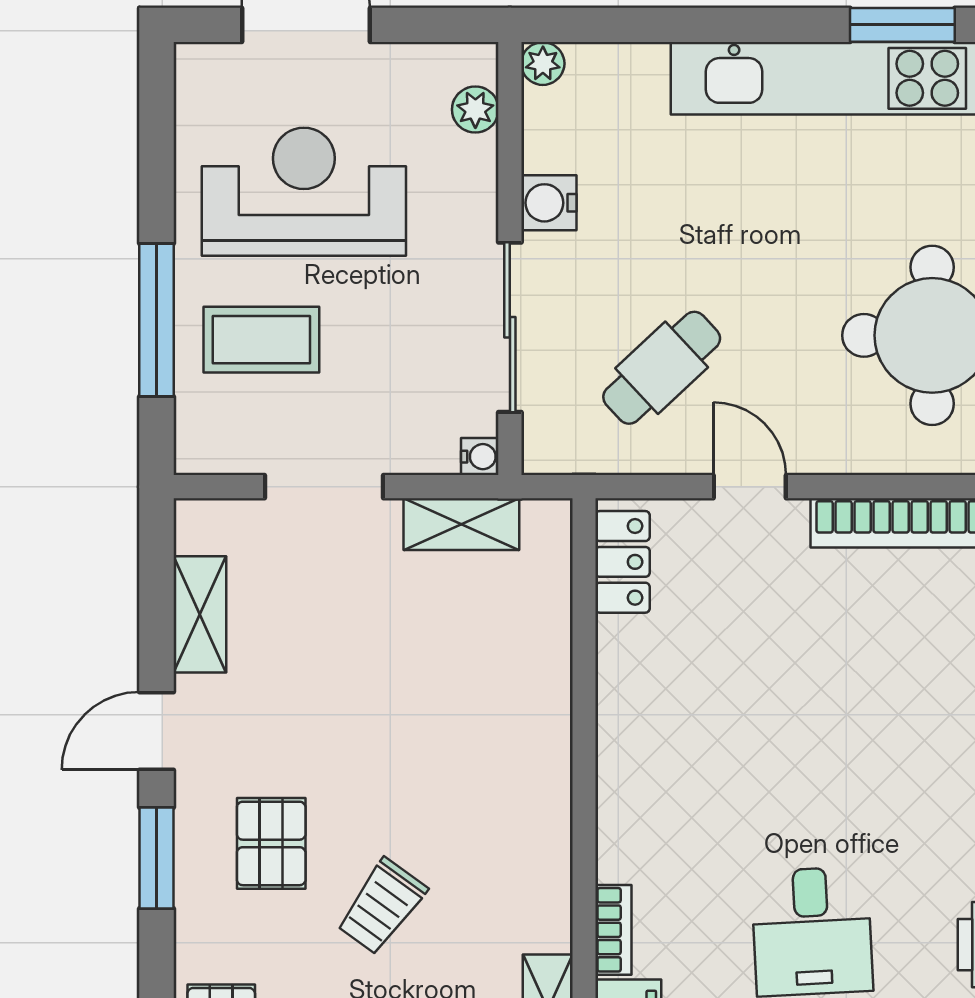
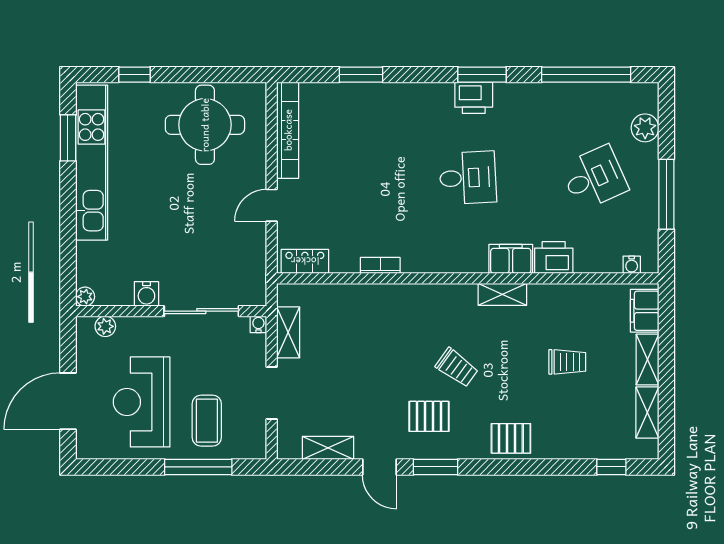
cafe table: (662, 368) -> (219, 244), removed
bookcase: (613, 930) -> (380, 265), moved

